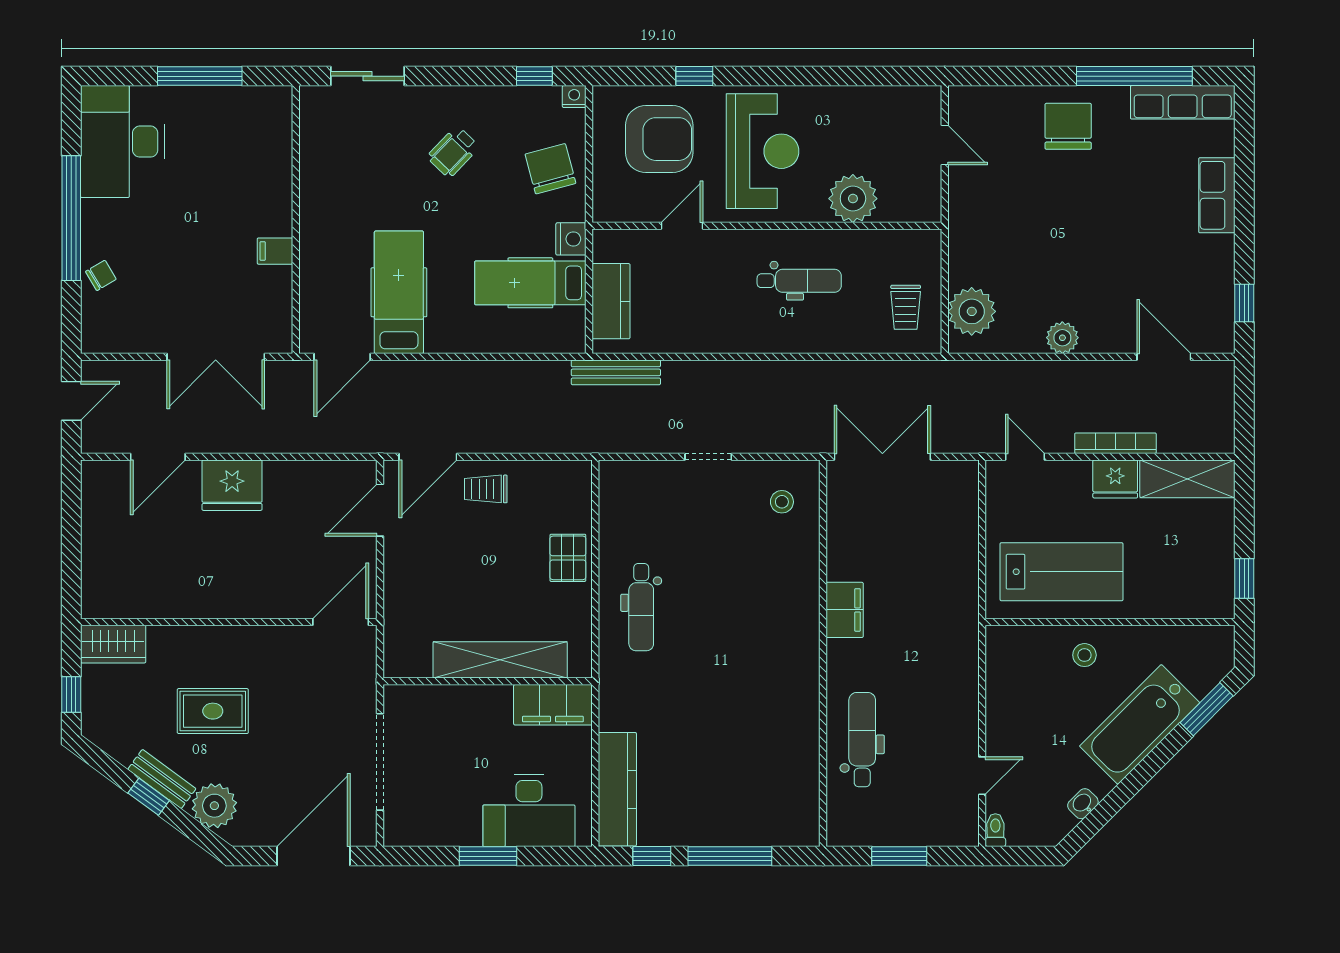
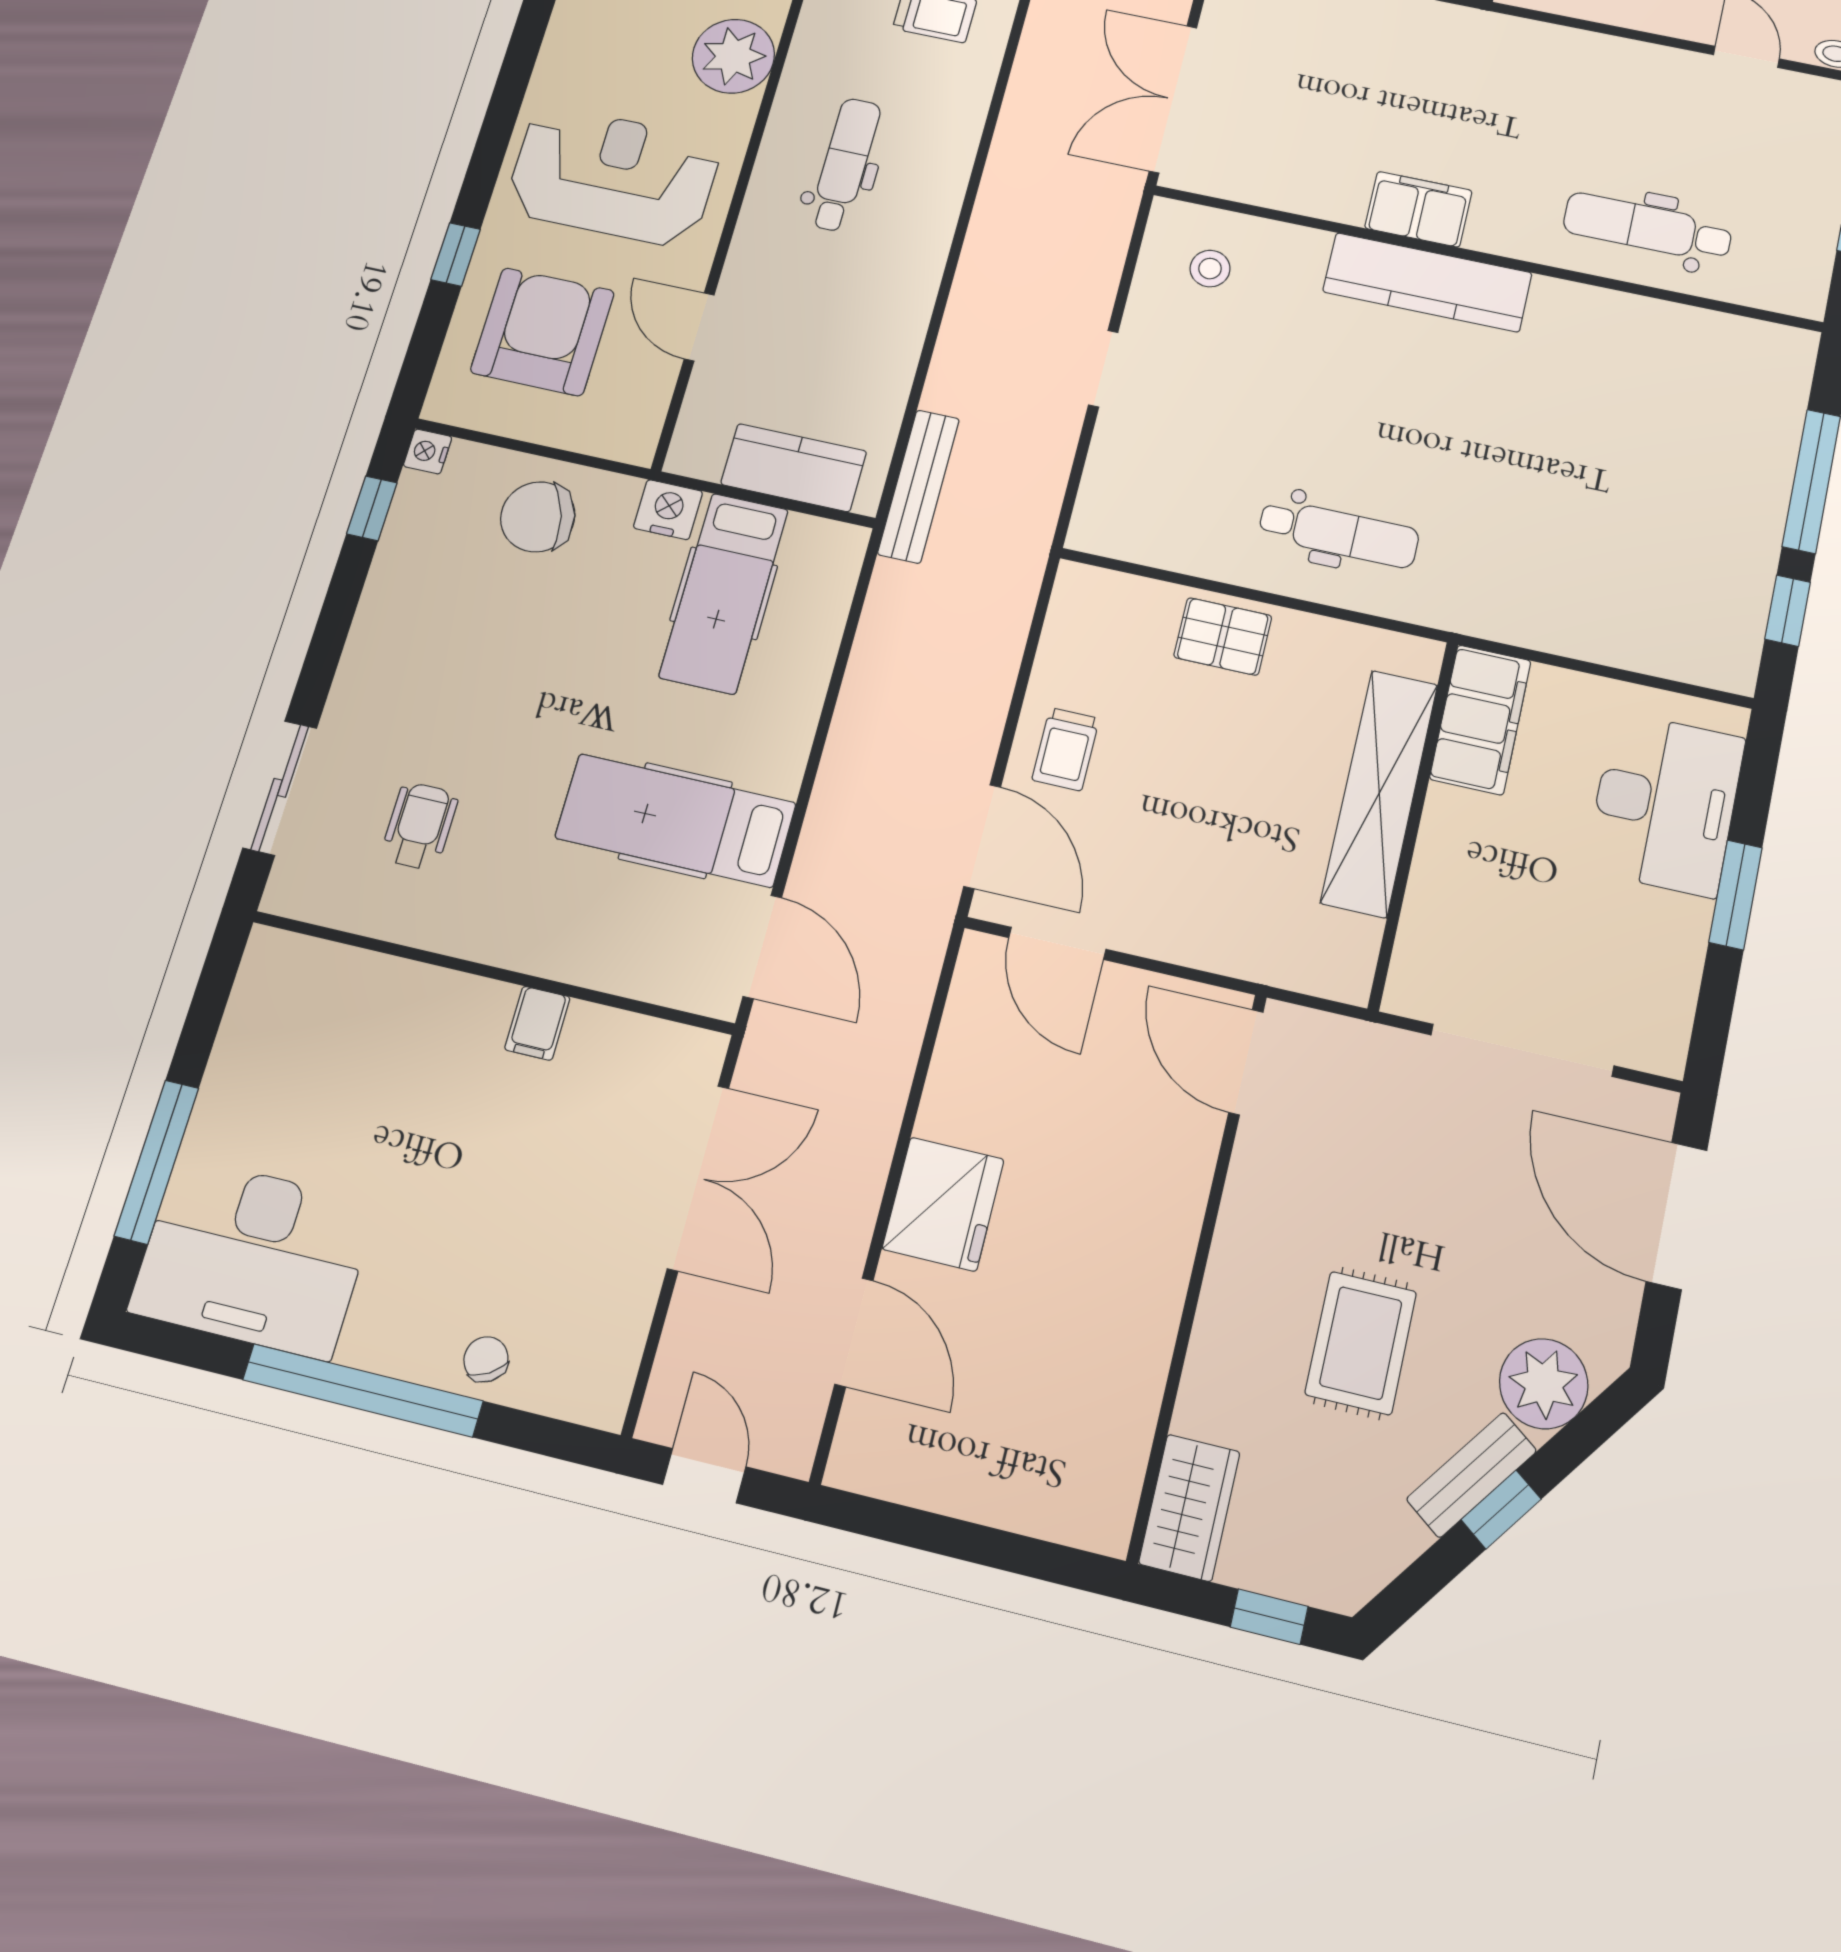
window: (200, 76) -> (157, 1162), moved
wheelchair: (453, 152) -> (420, 826), moved, turned -134
kitchen counter: (617, 789) -> (1427, 282), moved, turned 180

